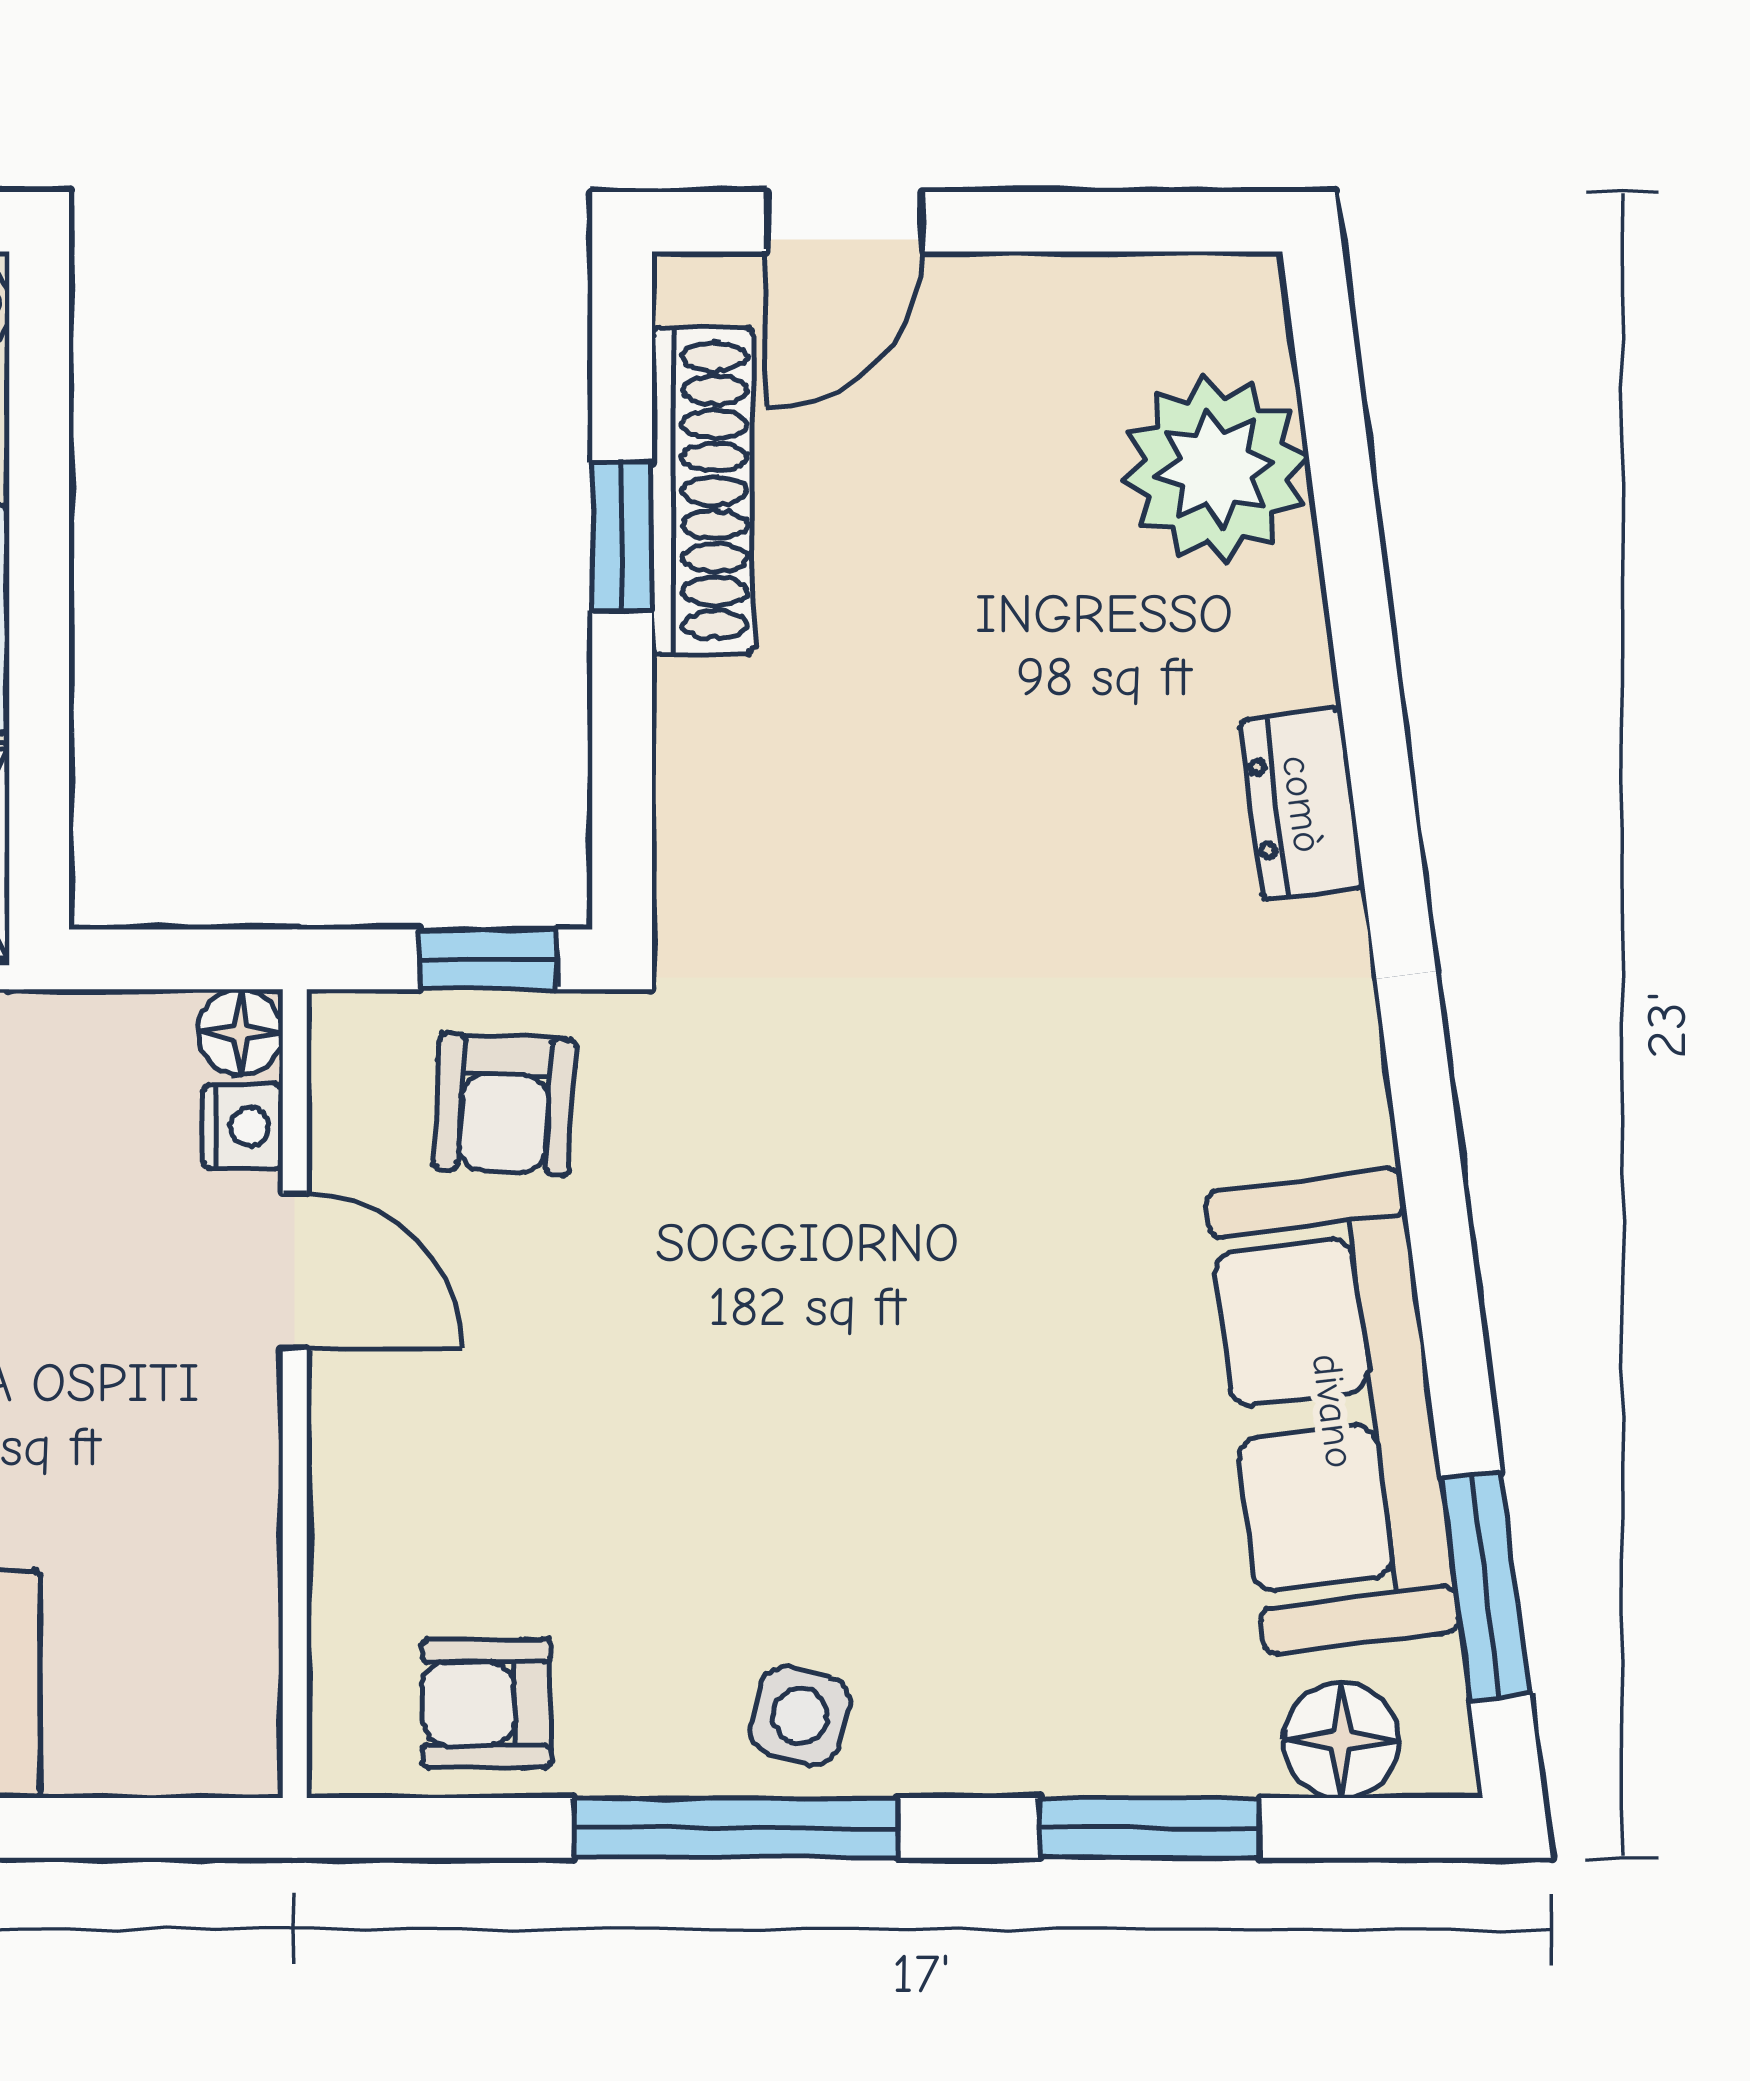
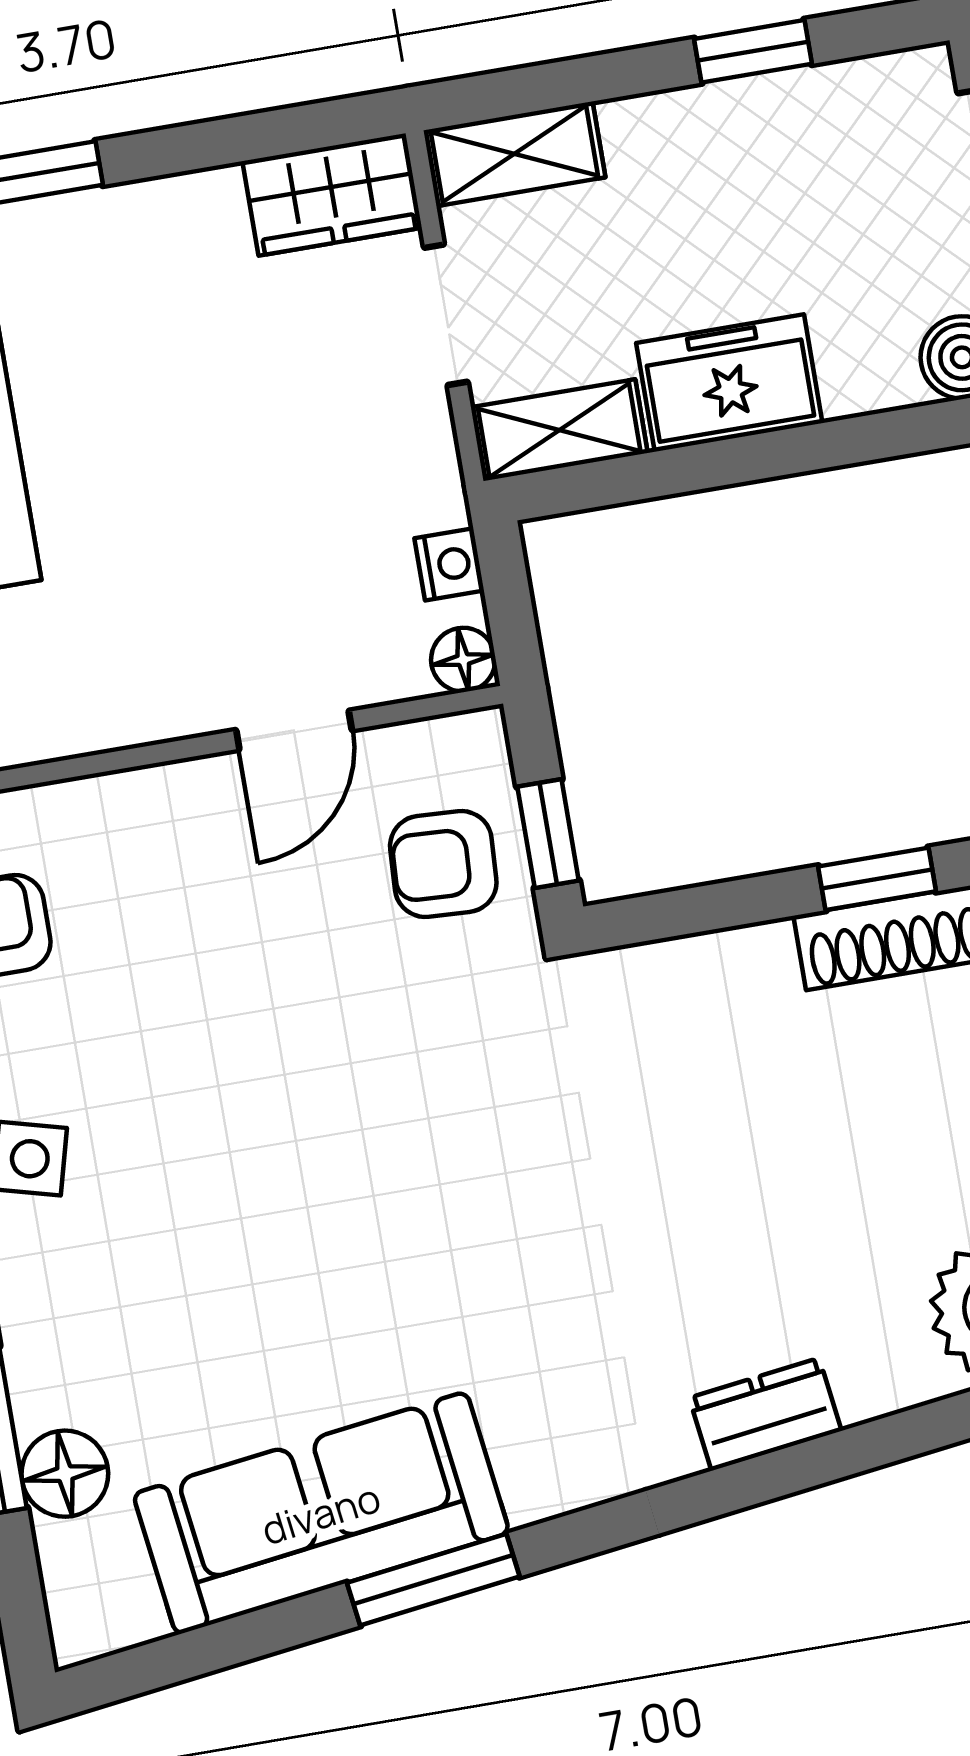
nightstand: (243, 1127) -> (449, 564), moved, turned -90
window: (1485, 1586) -> (433, 1580), moved
floor lamp: (1341, 1740) -> (65, 1474), moved

